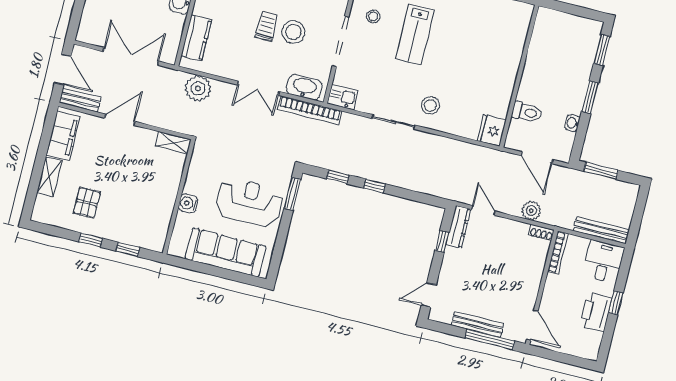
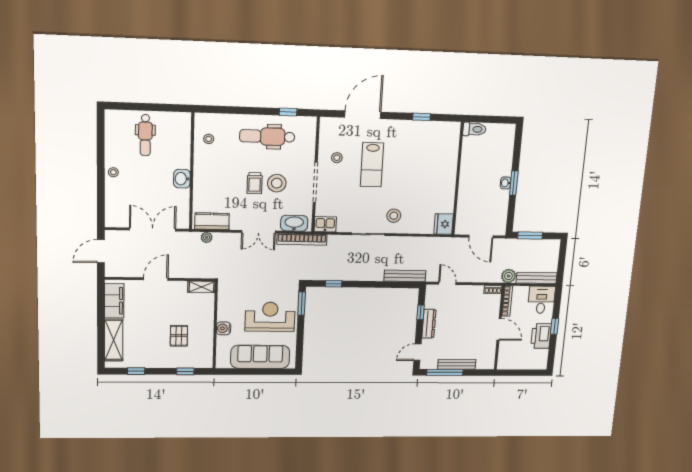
trolley: (267, 26) -> (255, 183), turned 180
kitchen counter: (196, 38) -> (212, 221), moved, turned -90
window: (602, 50) -> (517, 145), removed
door: (63, 70) -> (101, 251), swing flipped
plant: (198, 88) -> (207, 237), width x0.53, depth x0.53
bench: (80, 100) -> (405, 276), moved, width x1.36
toilet: (527, 112) -> (474, 129), moved
washbasin: (572, 123) -> (506, 183), moved
shelving: (49, 177) -> (114, 340), width x1.50, depth x1.33
window: (375, 186) -> (363, 284), removed
pallet: (87, 203) -> (179, 336), moved
plant: (531, 211) -> (509, 276), moved
dresser: (458, 227) -> (429, 324), moved
window: (91, 240) -> (136, 371), moved
door: (532, 325) -> (499, 329), moved
window: (490, 340) -> (445, 372), moved

